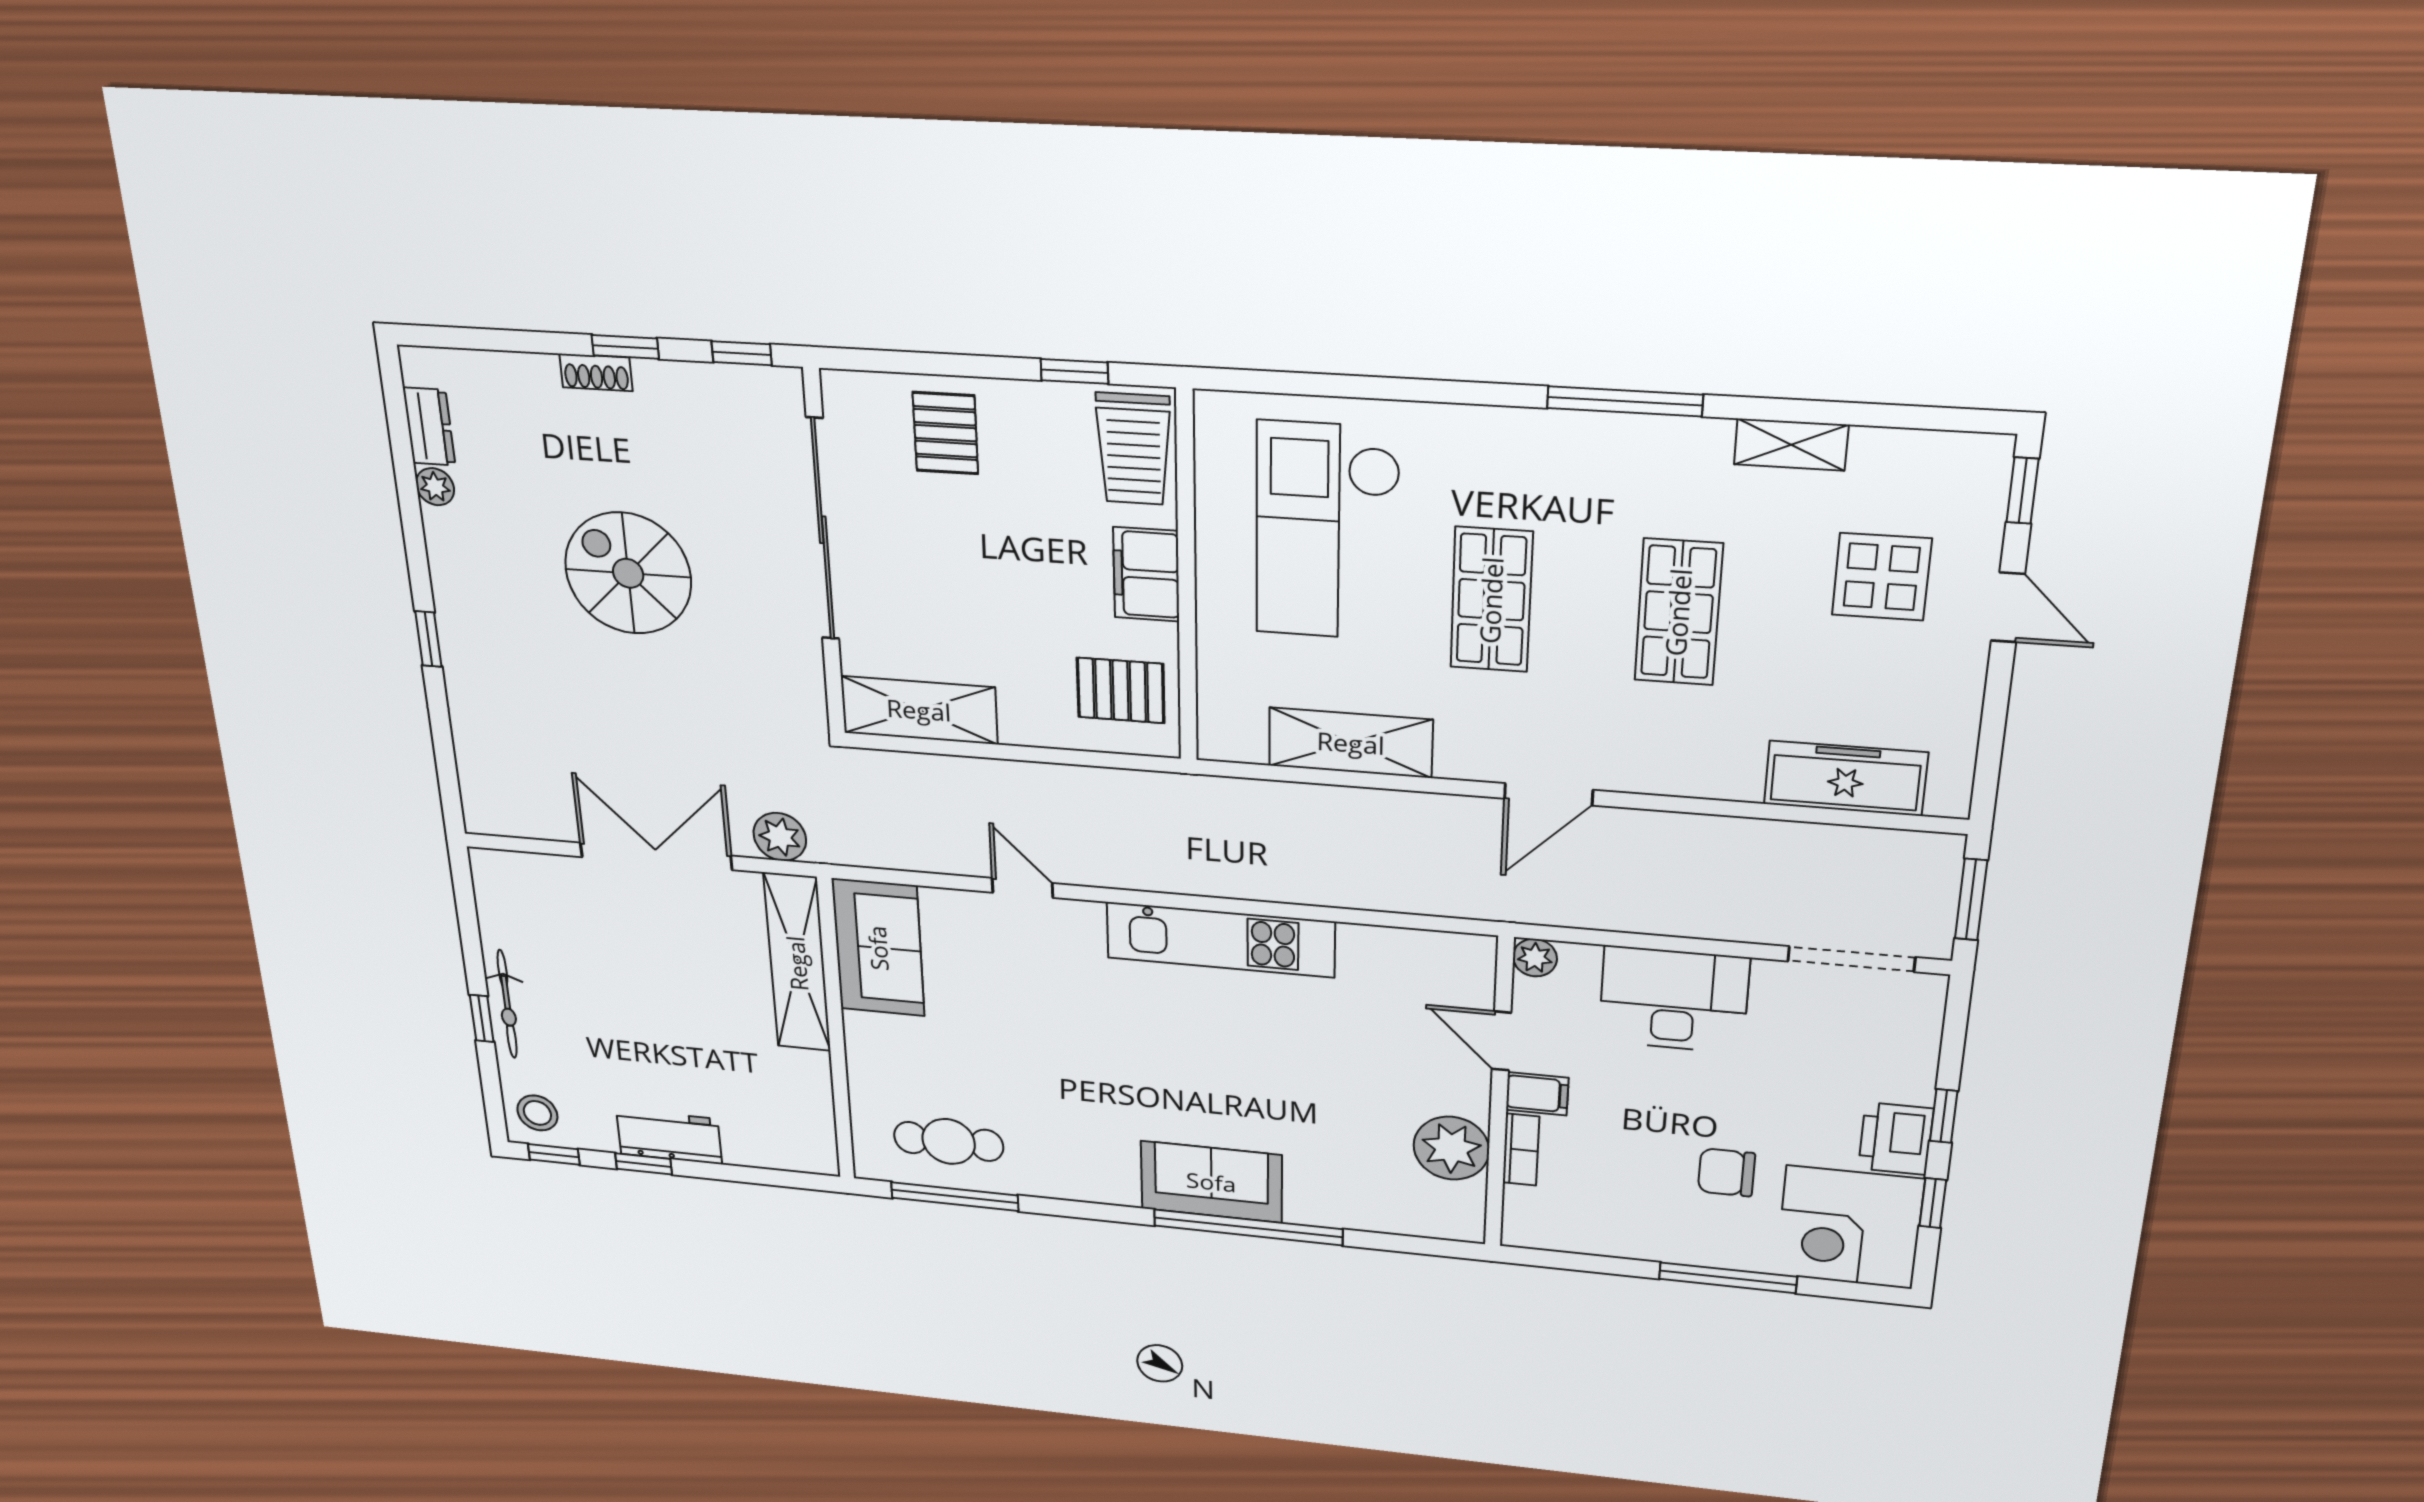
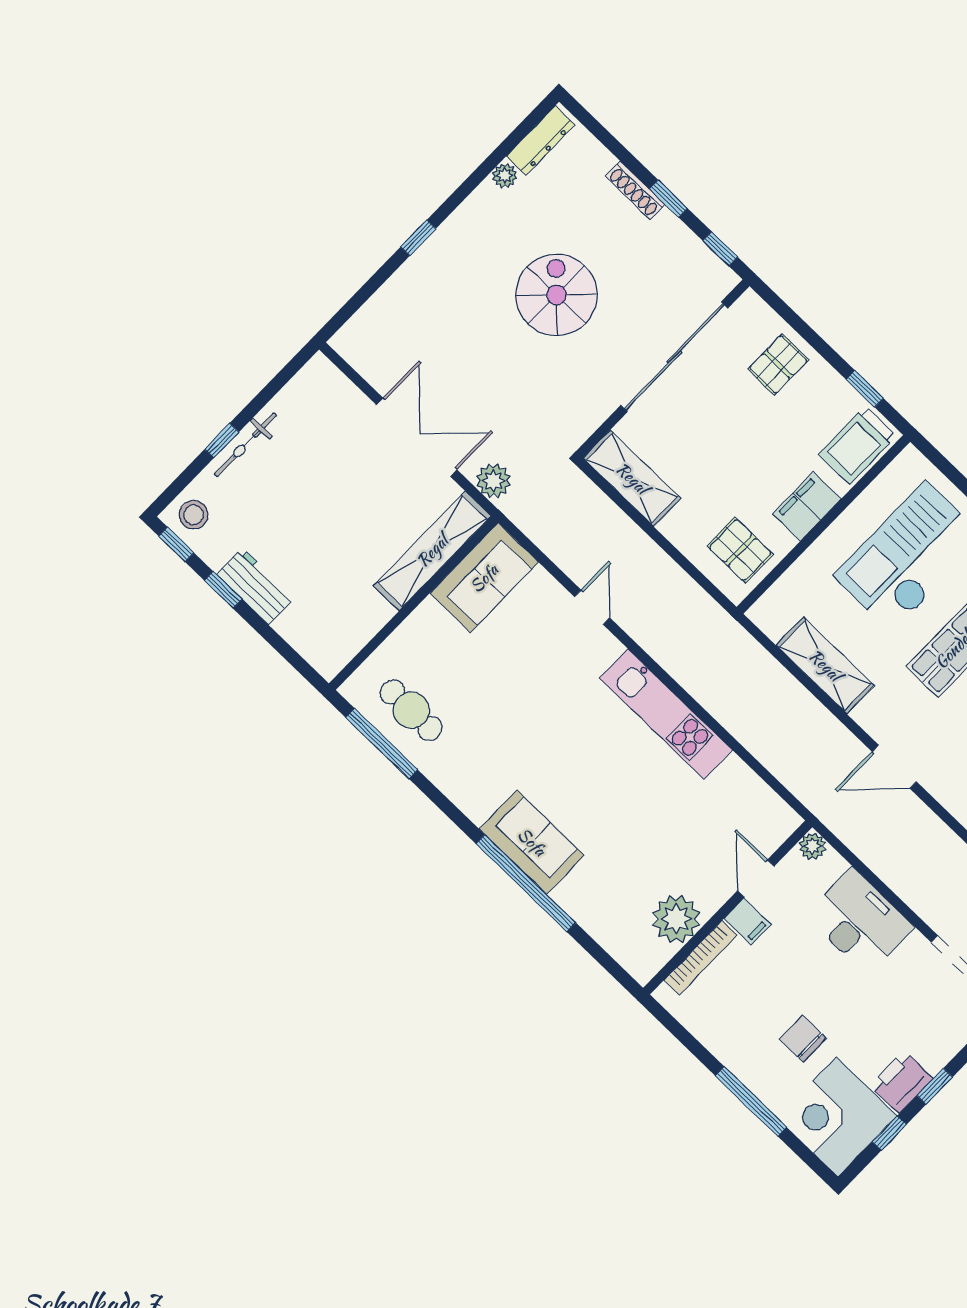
shoe rack: (596, 372) -> (635, 190), width x1.43
dresser: (429, 427) -> (541, 141), width x1.44
bookcase: (1521, 1150) -> (701, 958), width x1.56

